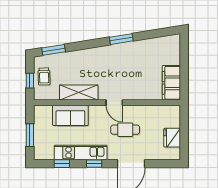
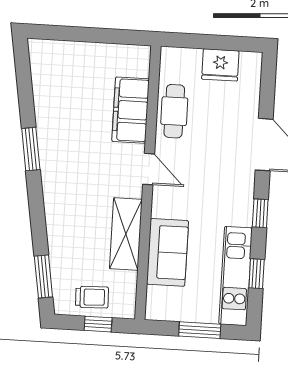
filing cabinet: (171, 83) -> (131, 110), moved, turned 90
door: (114, 103) -> (149, 169), hinge flipped
cafe table: (125, 130) -> (174, 111), moved
kitchen unit: (81, 153) -> (236, 276), moved

